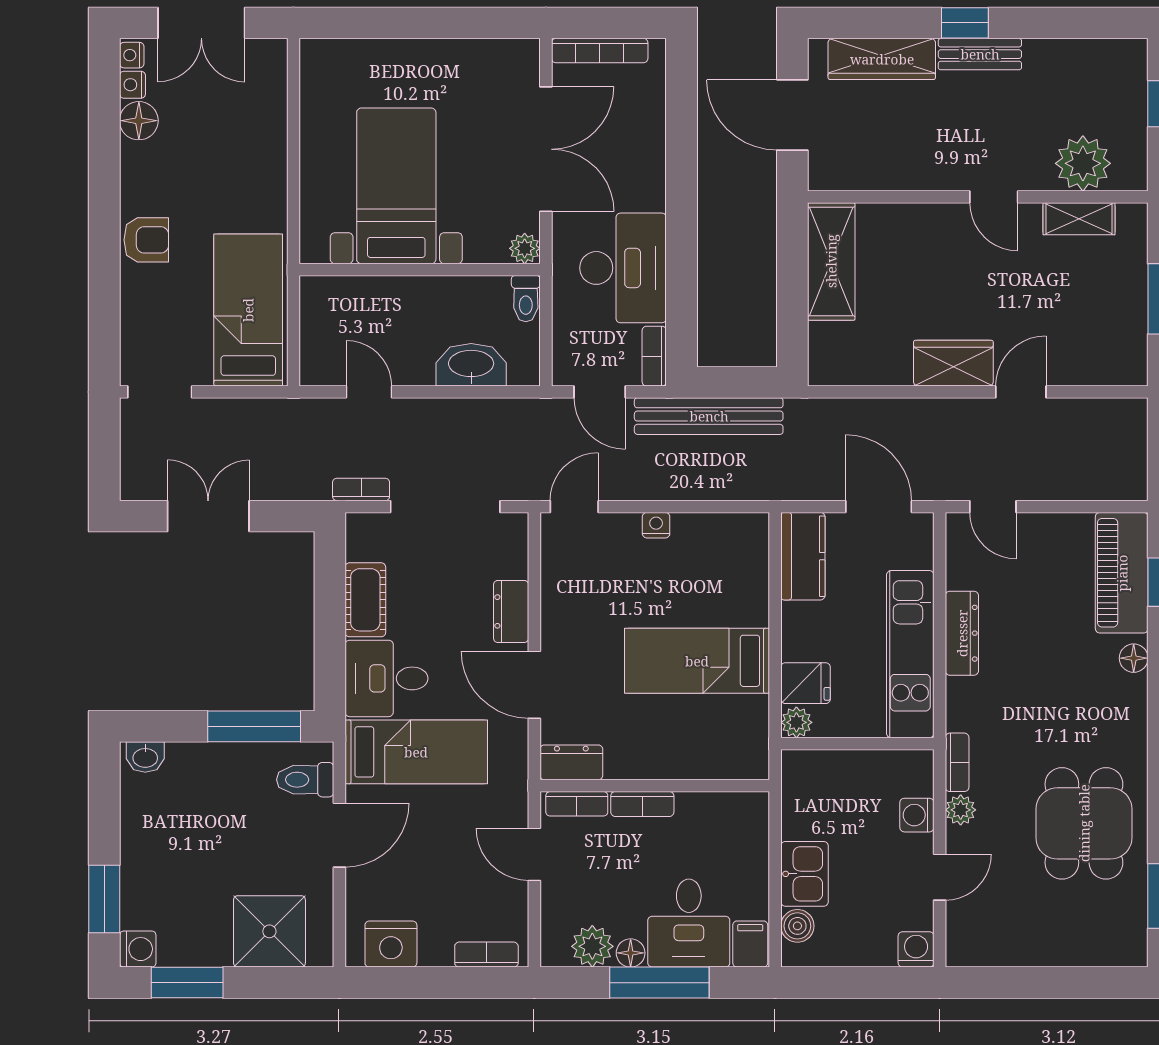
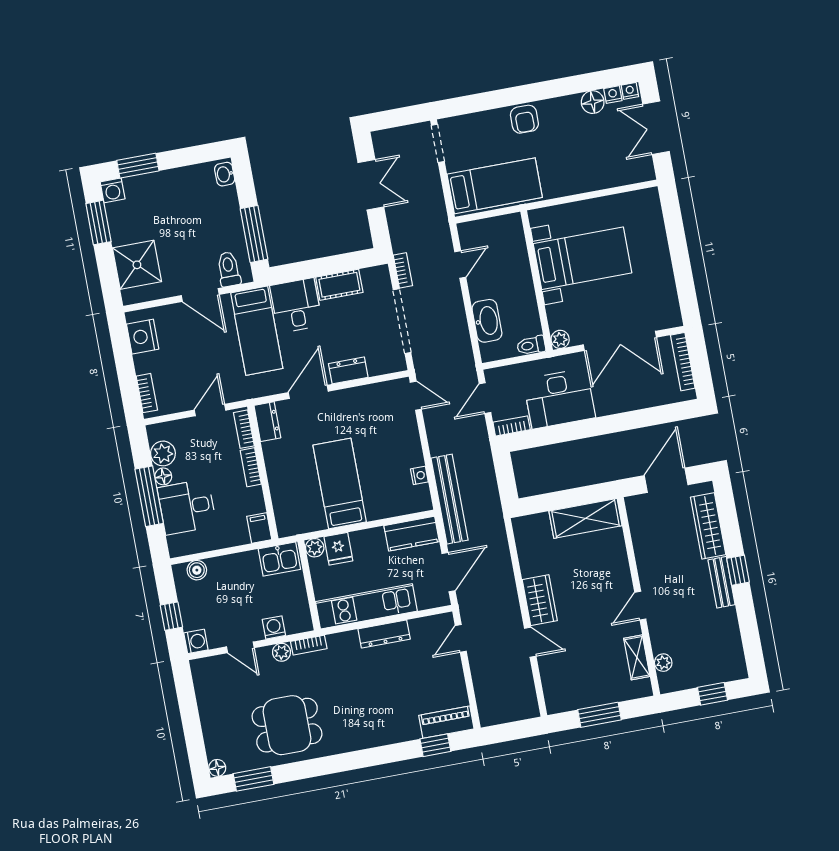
plant: (1083, 163) -> (663, 663), width x0.53, depth x0.53
bench: (709, 416) -> (449, 499), moved
nightstand: (656, 525) -> (419, 475), moved
piano: (1122, 573) -> (446, 722), width x0.73, depth x0.75
floor lamp: (1134, 658) -> (217, 768), moved
kitchen sink: (805, 874) -> (279, 559), moved
filing cabinet: (750, 944) -> (259, 528), moved, turned -90
window: (866, 983) -> (171, 616), added

